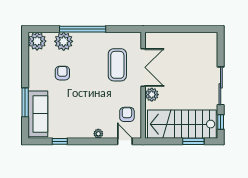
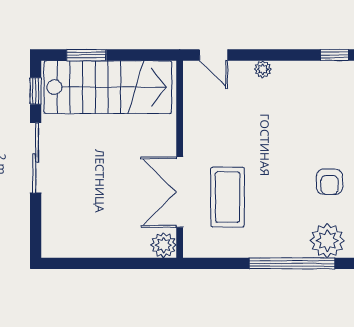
plant: (152, 95) -> (164, 245), moved
armchair: (127, 114) -> (210, 105), removed

